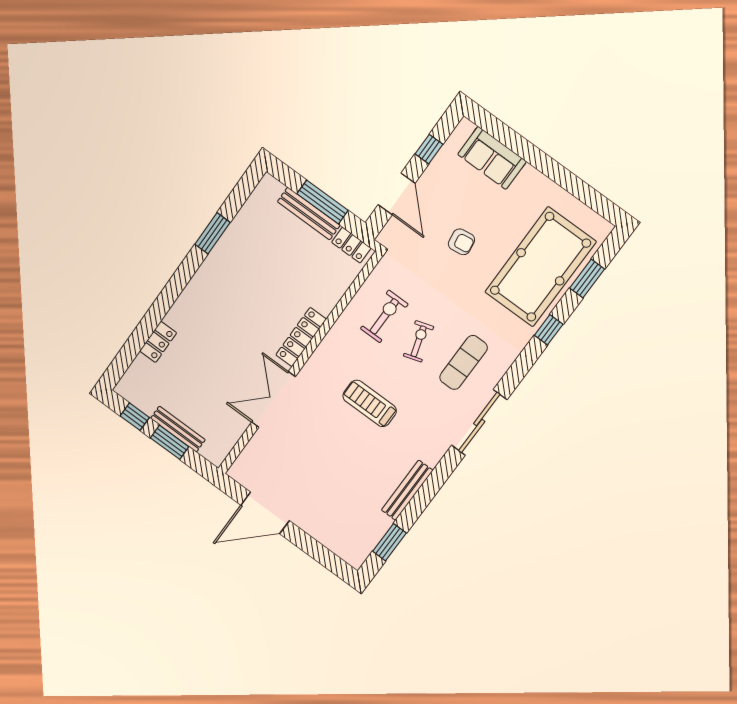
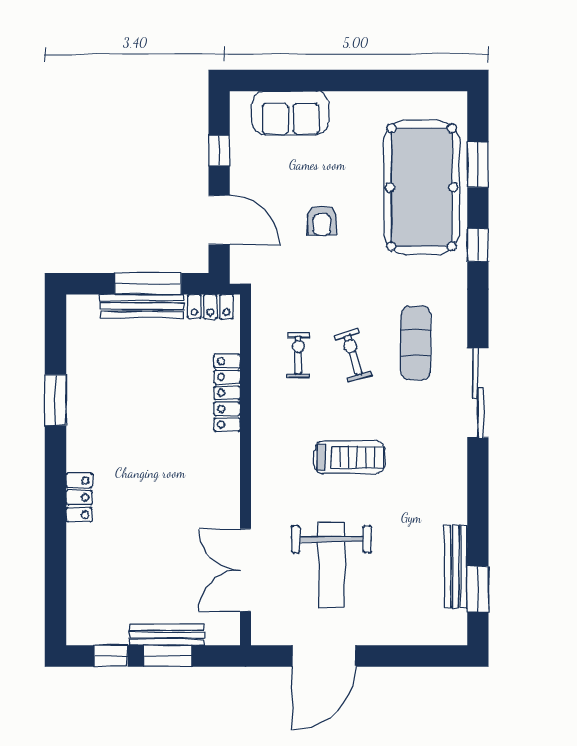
armchair: (461, 242) -> (322, 220), turned 98
exercise bike: (384, 316) -> (298, 355), width x0.73, depth x0.72
locker: (301, 337) -> (227, 393), moved
locker: (158, 342) -> (79, 498), moved
double door: (273, 399) -> (246, 570), moved
treadmill: (370, 403) -> (350, 457), turned 180
weight bench: (310, 461) -> (331, 565), added
bench: (407, 490) -> (456, 567), moved

